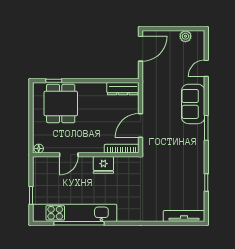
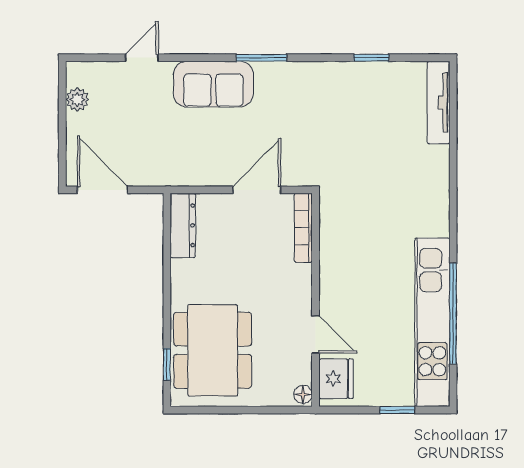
door: (206, 68) -> (142, 58), swing flipped
dining table: (61, 104) -> (213, 350), width x1.38
door: (140, 126) -> (257, 190), swing flipped
fridge: (103, 165) -> (336, 379), moved

